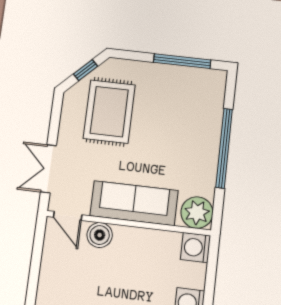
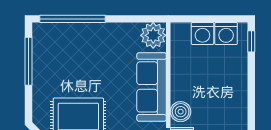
window: (224, 148) -> (72, 19), moved
washing machine: (195, 247) -> (202, 33), moved

